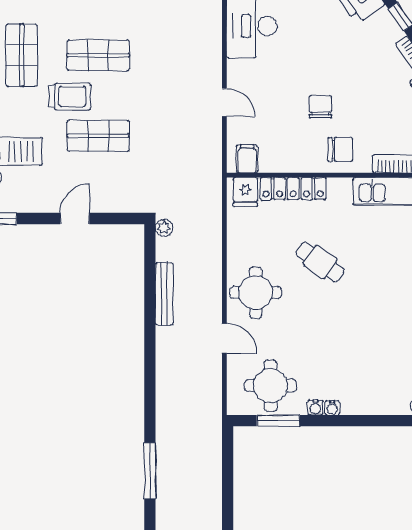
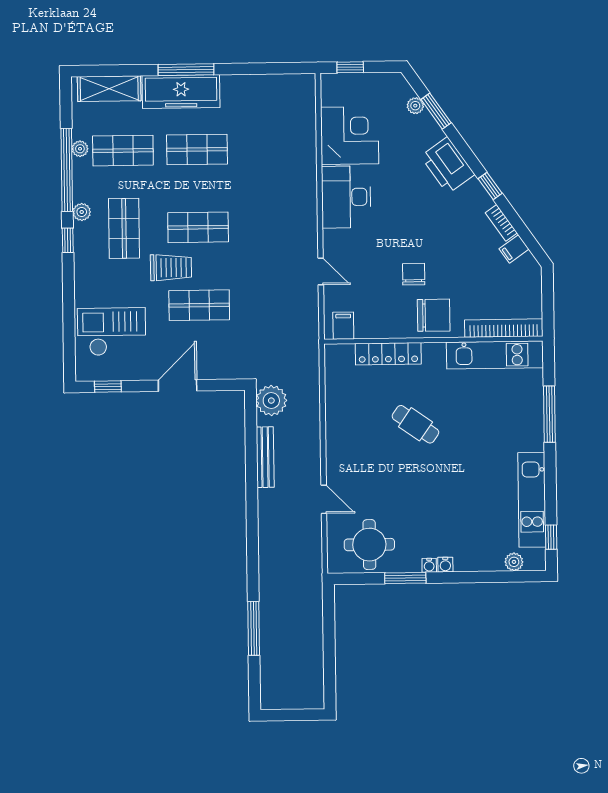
chair: (340, 149) -> (434, 315), width x1.37, depth x1.37
fridge: (245, 192) -> (342, 358), removed
door: (75, 219) -> (178, 386), width x1.38
plant: (164, 228) -> (271, 401), width x1.88, depth x1.88
round table: (256, 293) -> (354, 455), removed
water cooler: (315, 407) -> (445, 565), moved
window: (278, 421) -> (405, 578), moved

